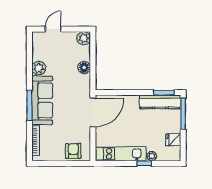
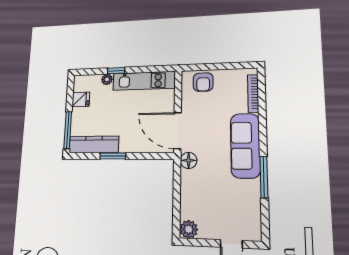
plant: (39, 68) -> (251, 189), removed
floor lamp: (84, 68) -> (189, 160), moved
window: (164, 93) -> (113, 156), moved
window: (29, 105) -> (264, 177), moved
door: (93, 112) -> (178, 131), hinge flipped

